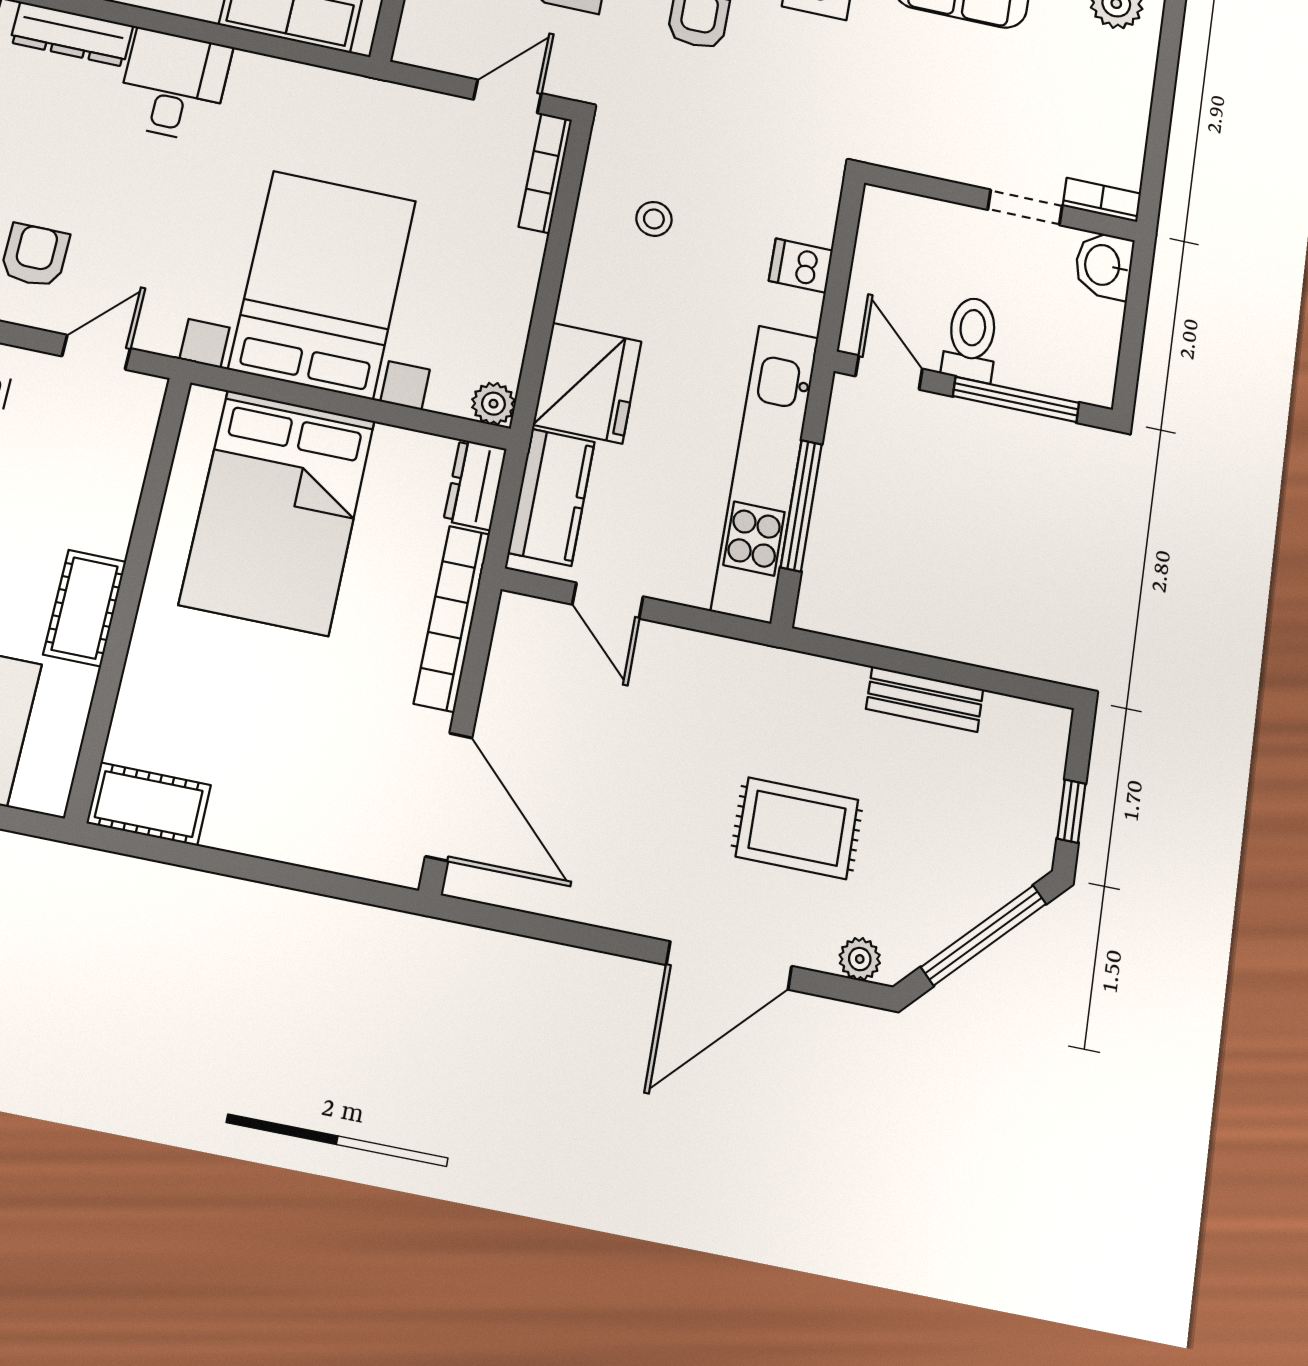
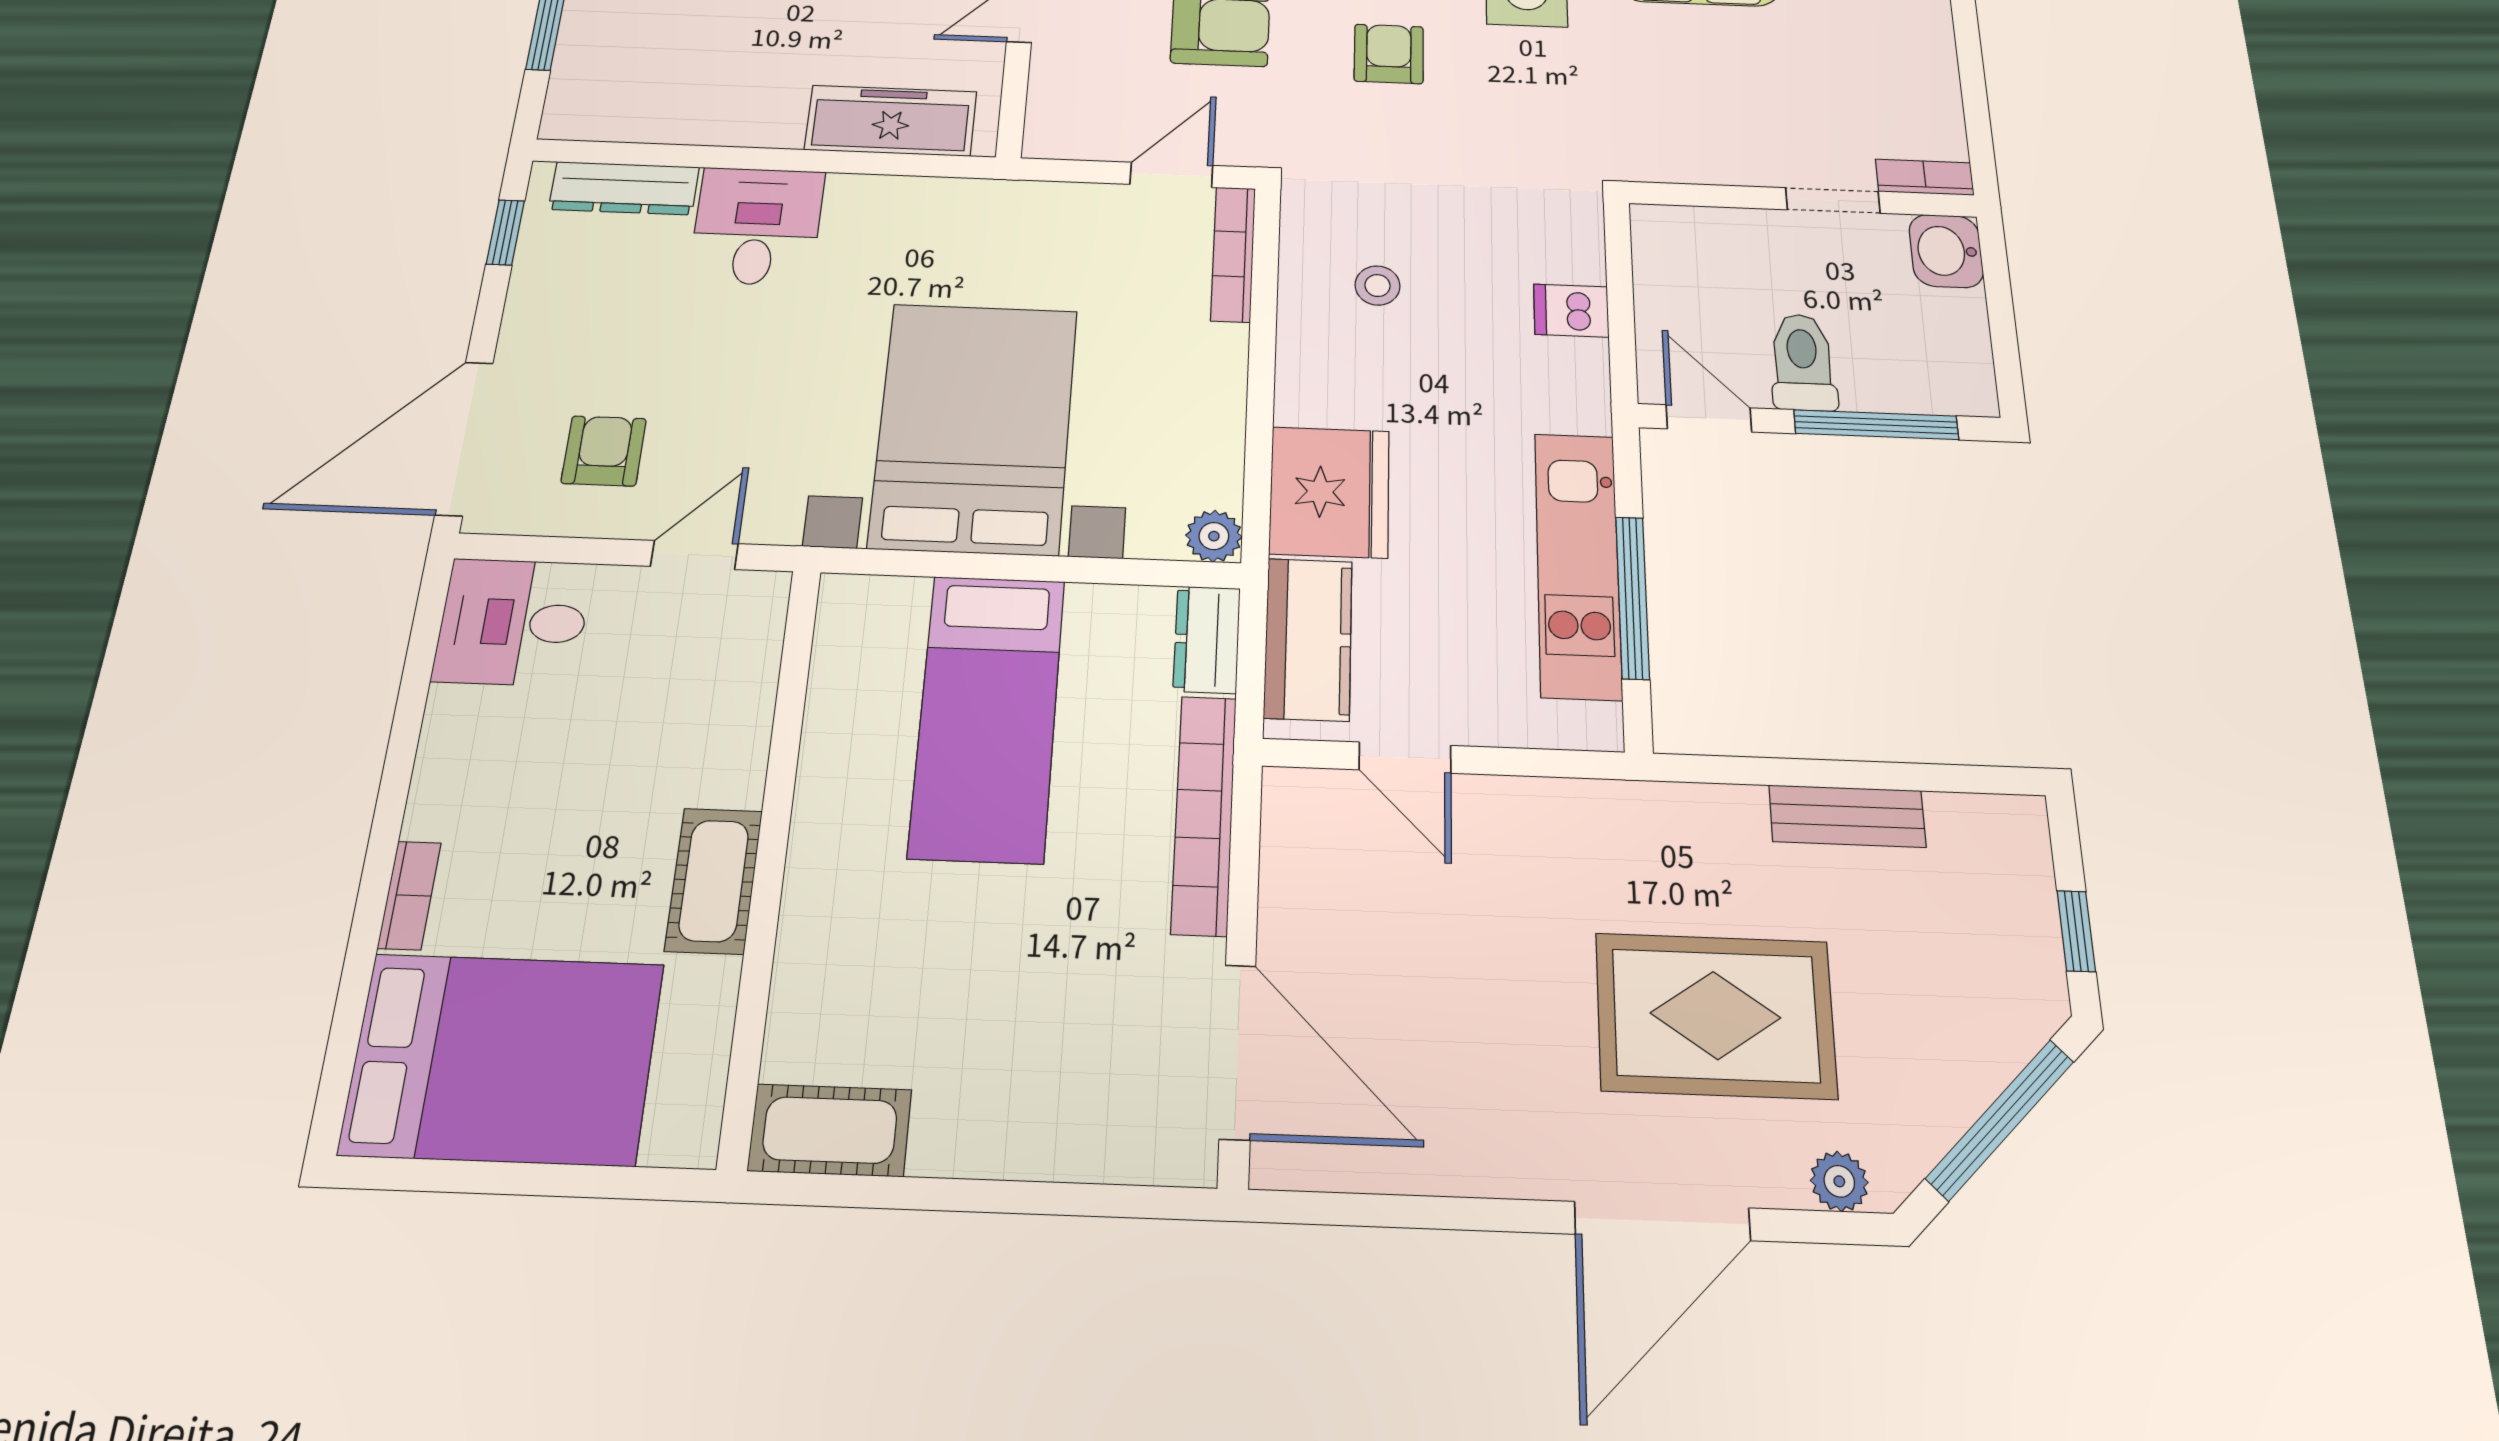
kitchen unit: (765, 472) -> (1578, 564), width x0.73
bed: (278, 512) -> (988, 717), width x0.67
rug: (797, 828) -> (1715, 1015), width x1.36, depth x1.43

